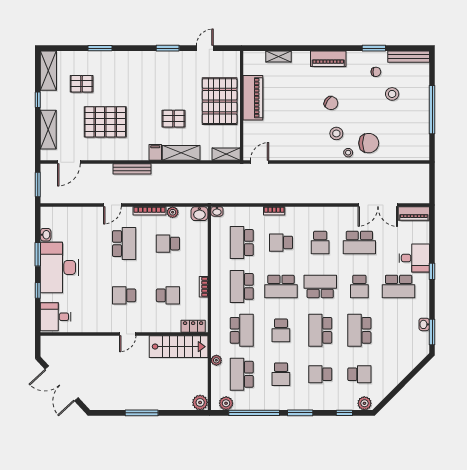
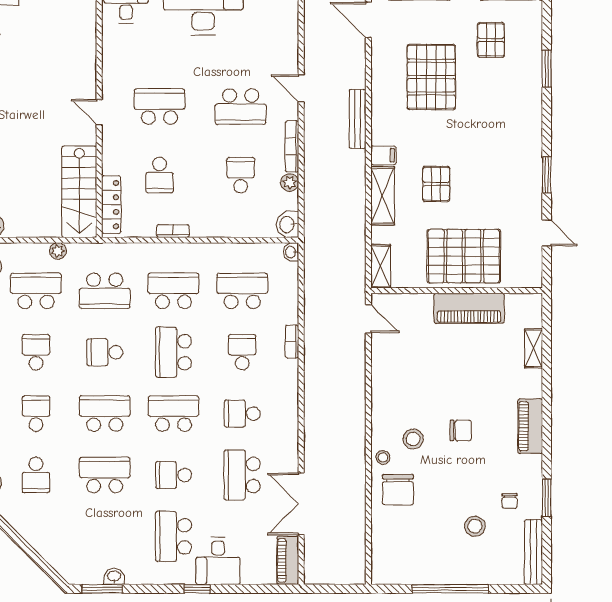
chair: (331, 103) -> (461, 431), turned -124
school desk: (320, 286) -> (173, 414), turned -90
school desk: (124, 295) -> (160, 107), width x1.85
locker: (193, 326) -> (111, 205), width x1.53
school desk: (281, 374) -> (36, 352), turned 90

